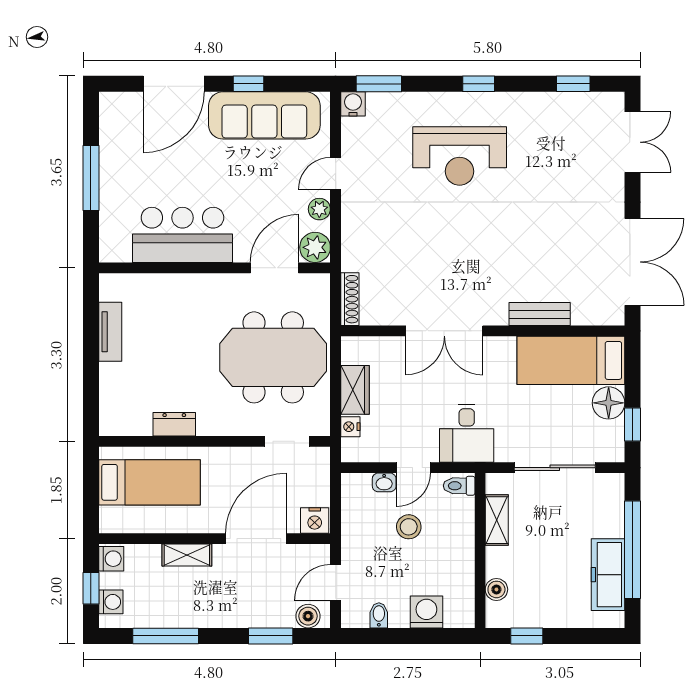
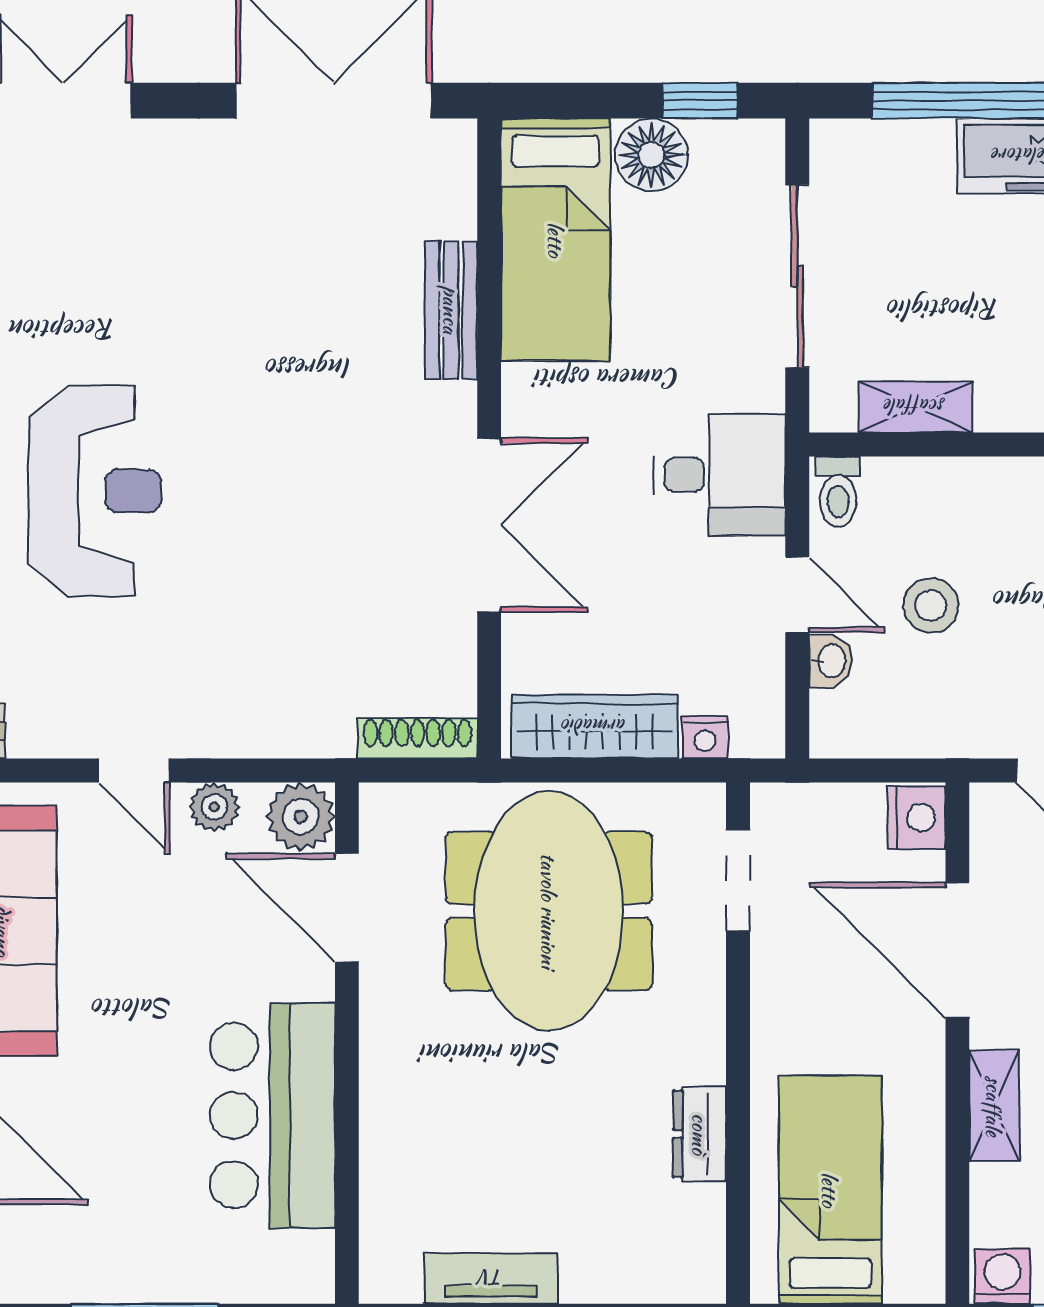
wardrobe: (355, 390) -> (594, 727), width x1.50

